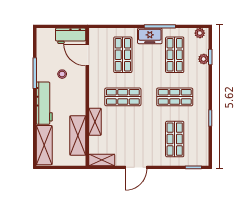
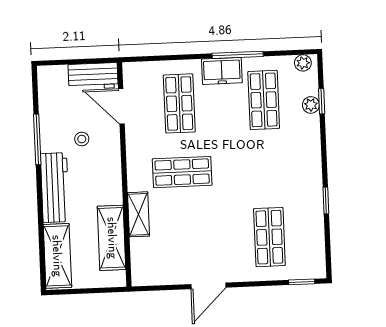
shop shelf: (175, 97) -> (267, 169), removed
shelving: (102, 160) -> (152, 276), removed

